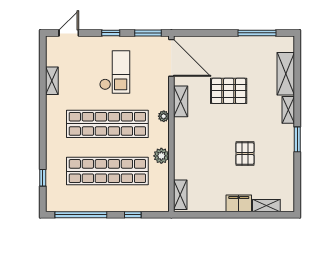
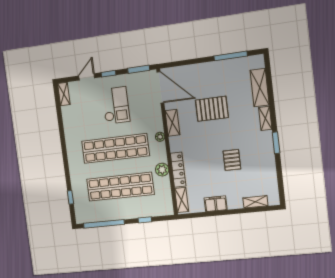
door: (69, 33) -> (87, 77), moved
shelving: (52, 81) -> (64, 94), moved
locker: (180, 158) -> (178, 170), added
filing cabinet: (239, 203) -> (216, 204), moved

